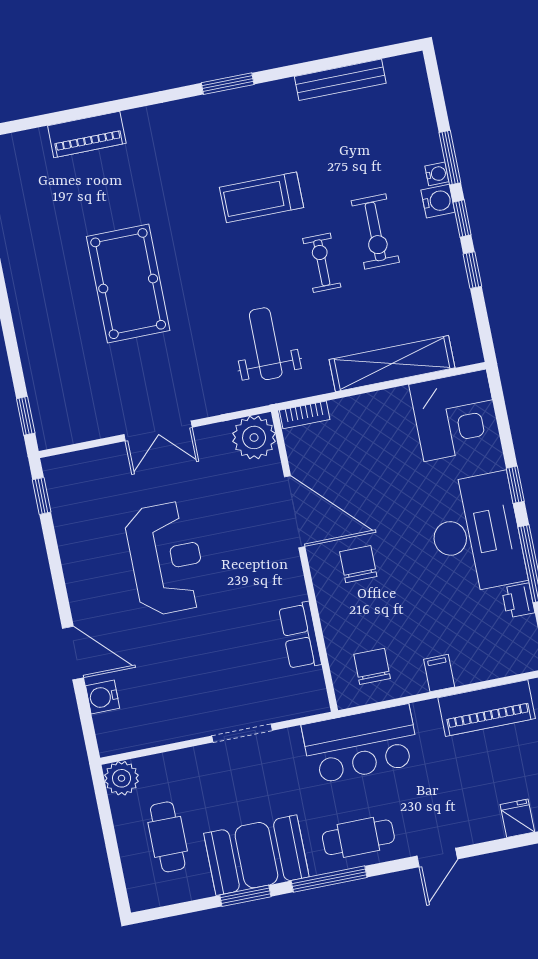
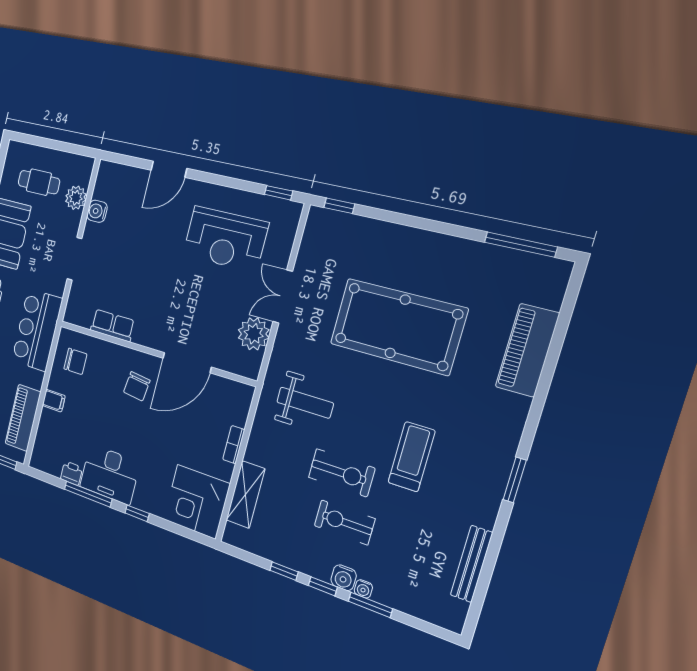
piano: (87, 135) -> (527, 350), width x1.37, depth x1.33
exercise bike: (322, 263) -> (341, 473), width x1.38, depth x1.39
pool table: (128, 284) -> (398, 326), width x1.36, depth x1.32
shelving: (392, 364) -> (246, 495), width x0.68
bookcase: (305, 415) -> (234, 445), moved
plant: (254, 437) -> (254, 334), moved
desk: (476, 533) -> (110, 474), width x0.73, depth x0.77
reception desk: (166, 558) -> (225, 239), moved
chair: (358, 564) -> (137, 386), turned 97
water cooler: (103, 697) -> (97, 211), moved, turned -90
plant: (122, 778) -> (76, 198), moved

